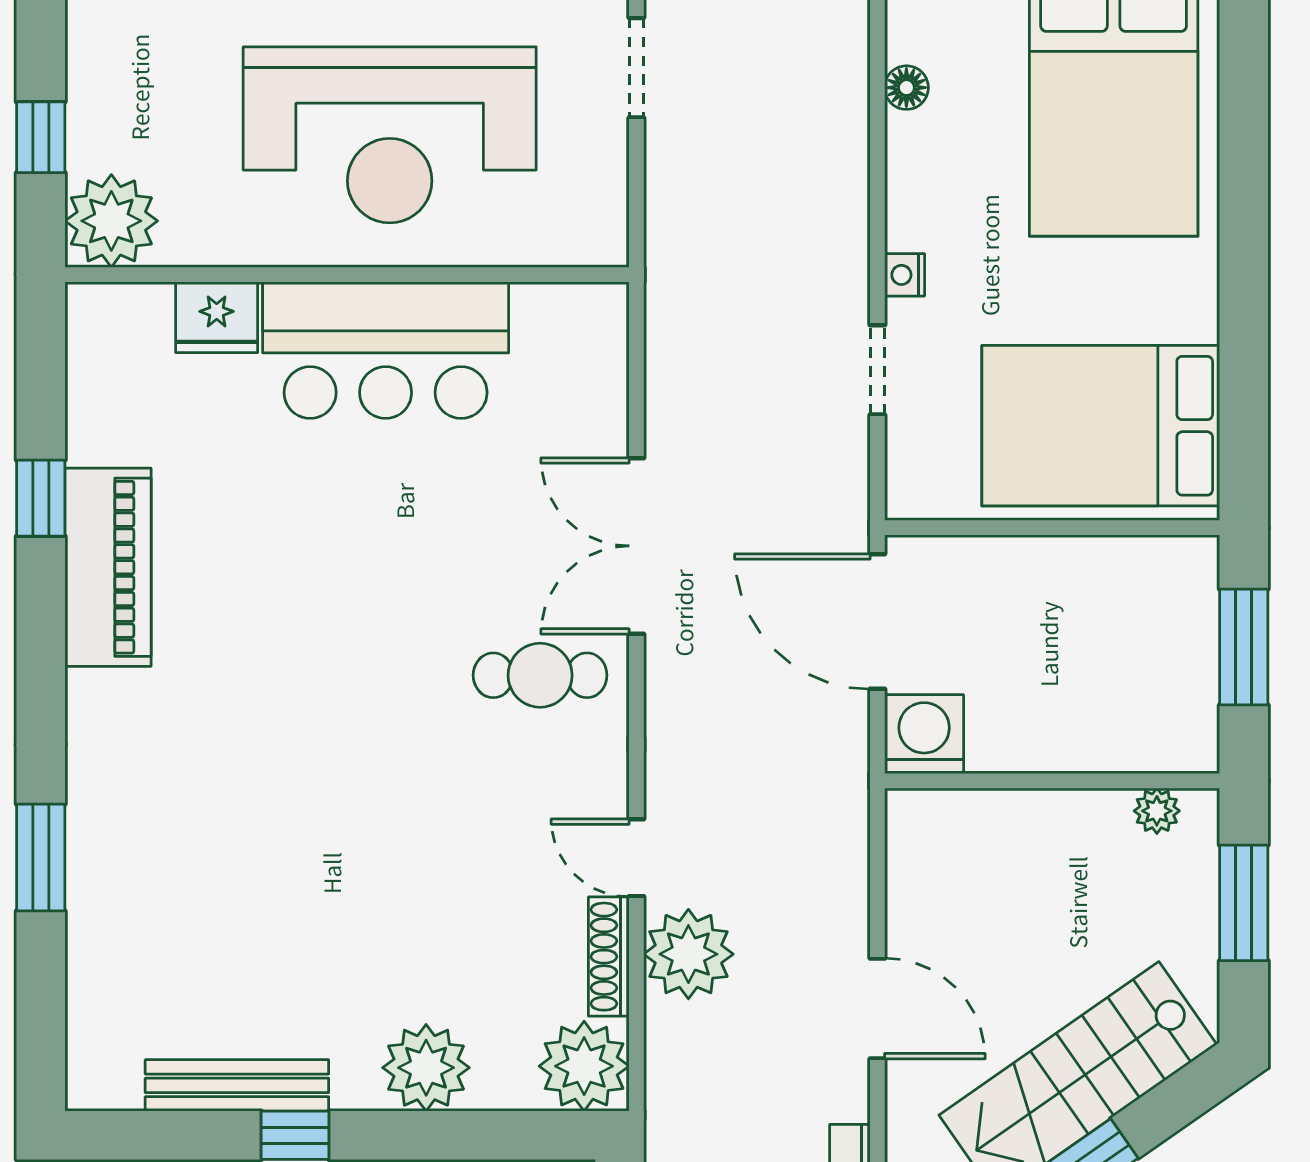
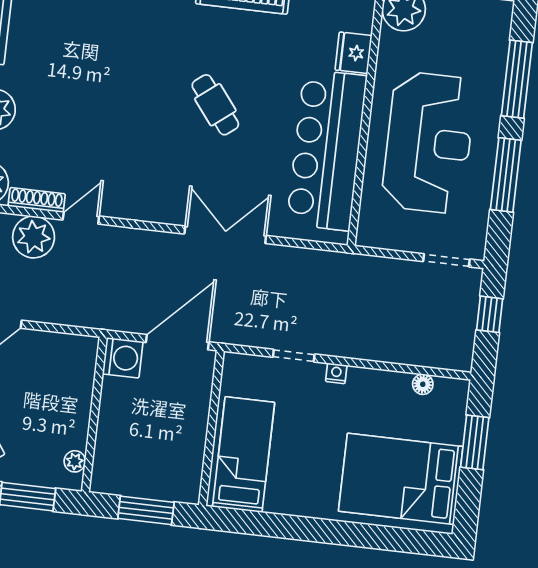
reception desk: (390, 135) -> (429, 143), turned 180
bar counter: (386, 350) -> (327, 150), width x1.36
bed: (1101, 426) -> (244, 455), width x0.67
cafe table: (540, 675) -> (215, 105), moved, turned -38

